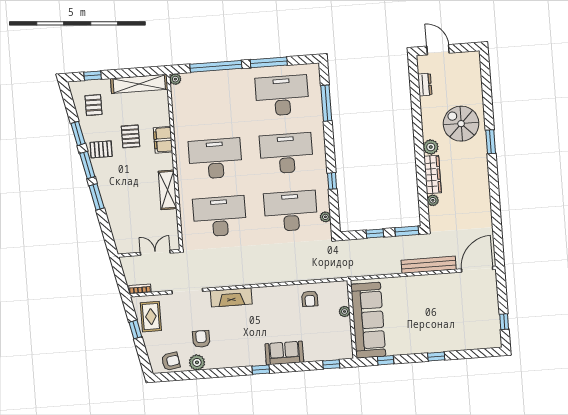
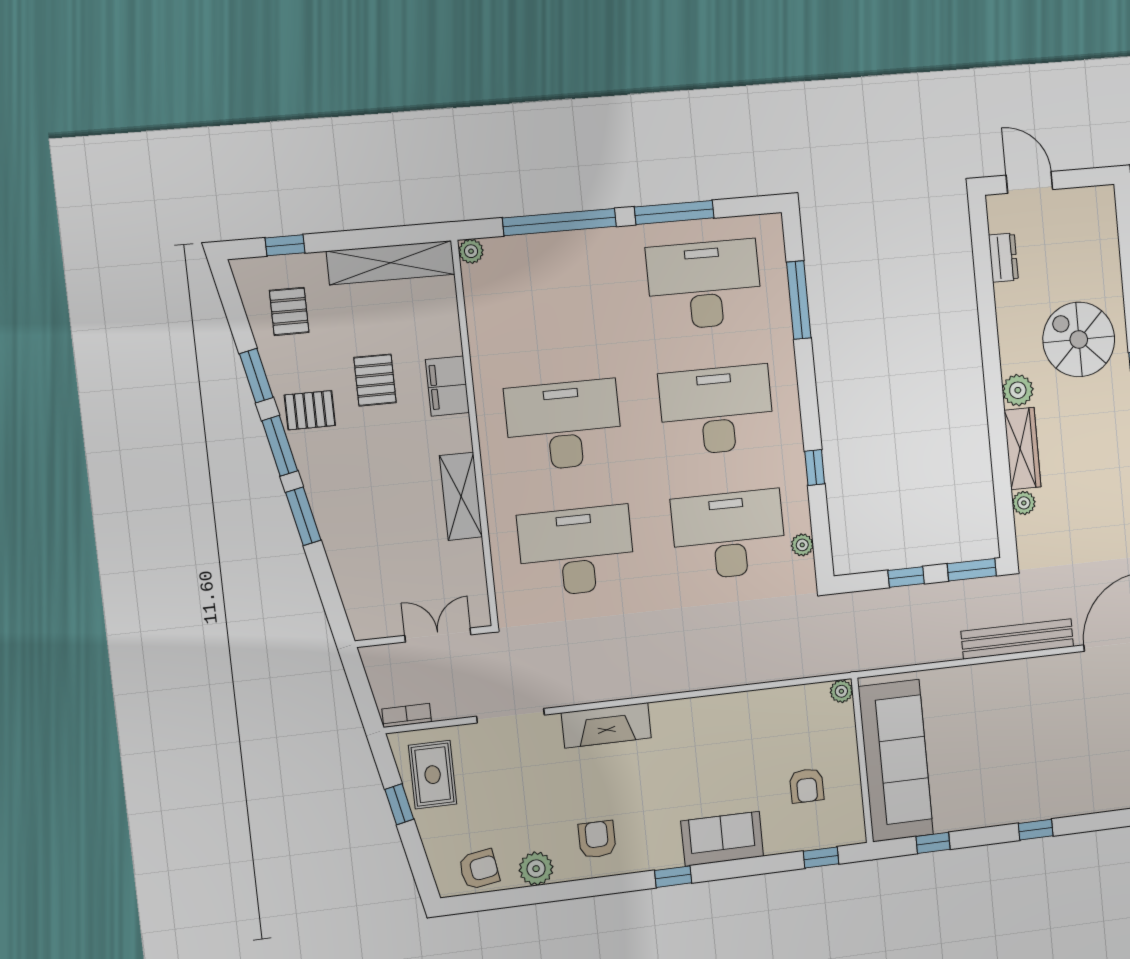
armchair: (310, 299) -> (807, 786), moved
plant: (345, 312) -> (841, 691), moved
armchair: (201, 339) -> (597, 839), moved

